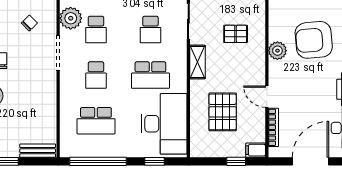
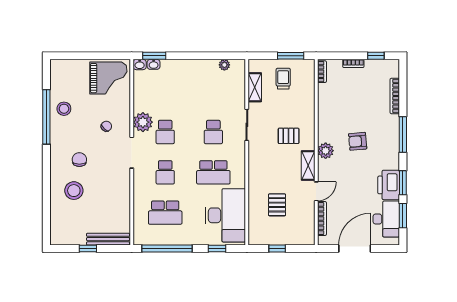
armchair: (314, 40) -> (358, 141), width x0.53, depth x0.53
shelving: (197, 62) -> (308, 166), moved
door: (267, 97) -> (316, 191), swing flipped
pallet: (223, 112) -> (277, 205), width x0.67, depth x0.71
filing cabinet: (256, 150) -> (306, 239), removed
bench: (38, 151) -> (108, 239), width x1.36
window: (236, 161) -> (277, 249), moved

